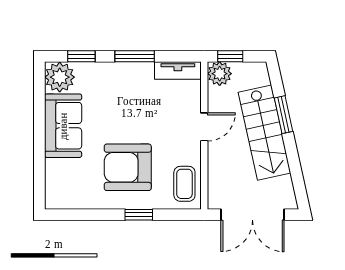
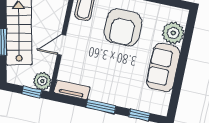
plant: (60, 77) -> (173, 33), moved
armchair: (128, 167) -> (123, 28), turned 90

